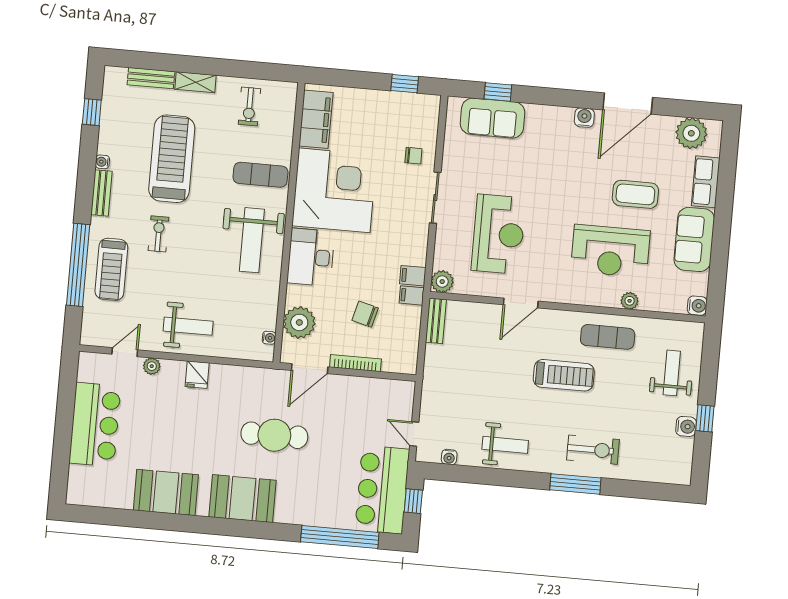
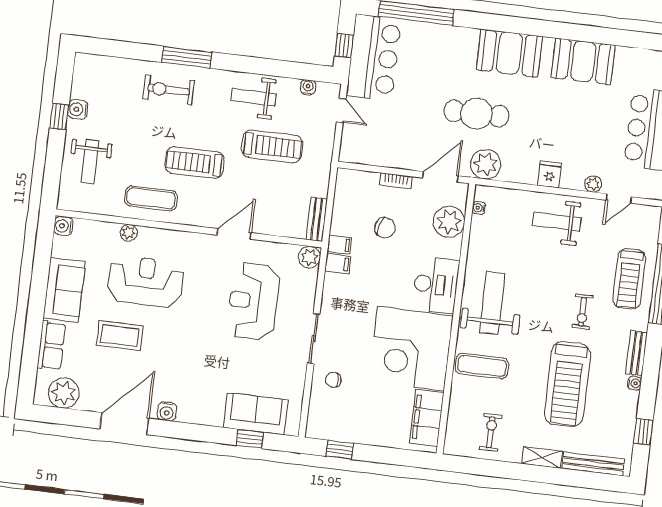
bench: (151, 78) -> (593, 464), width x1.36
treadmill: (111, 269) -> (629, 279), turned 180
bookcase: (355, 363) -> (396, 181), width x0.64
plant: (263, 383) -> (486, 164), added
treadmill: (484, 395) -> (272, 146), added

